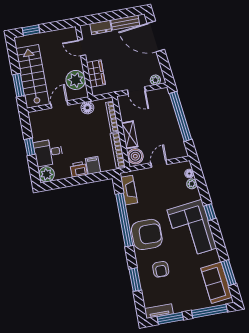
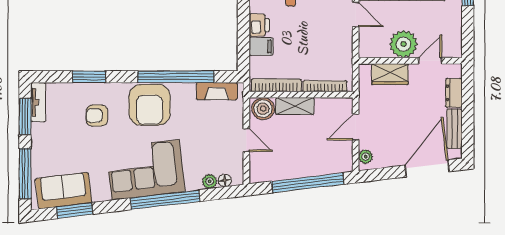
plant: (76, 80) -> (404, 44), moved
floor lamp: (87, 108) -> (344, 53), removed
window: (210, 212) -> (165, 200), width x3.17

